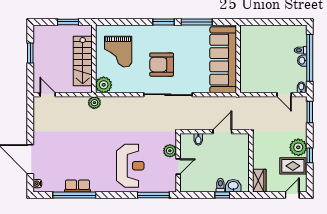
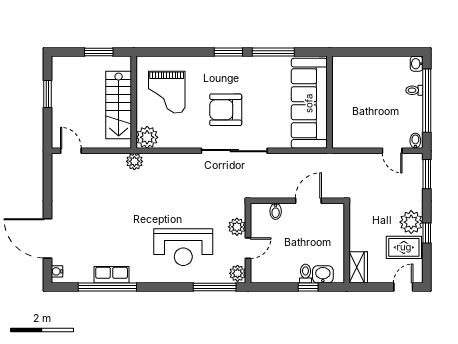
washbasin: (302, 61) -> (417, 64), moved
reception desk: (130, 166) -> (183, 247), turned 90
plant: (170, 185) -> (238, 273), added

